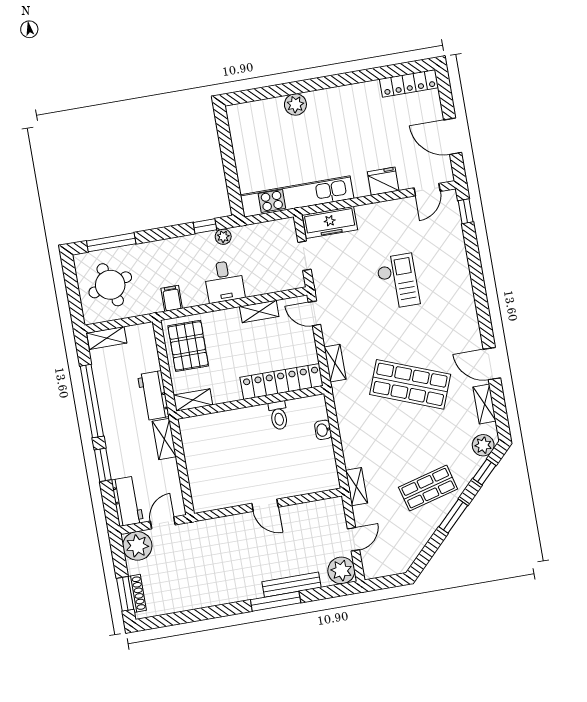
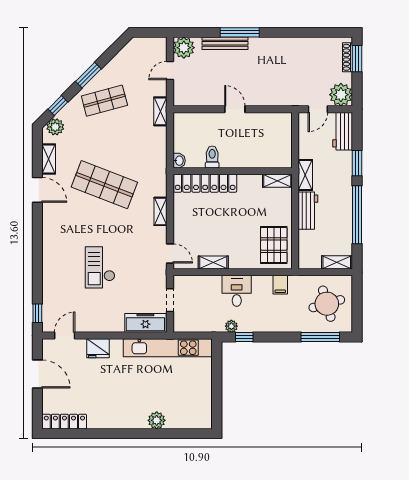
locker: (282, 382) -> (205, 183), moved
shelving: (193, 400) -> (277, 181), moved
wall: (250, 402) -> (233, 171), moved
toilet: (278, 415) -> (212, 157), moved

